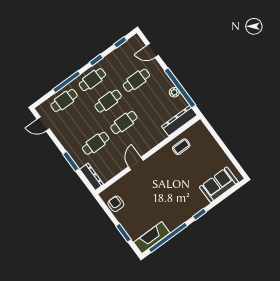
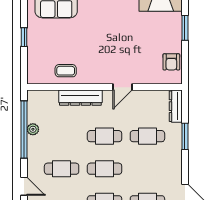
dresser: (179, 121) -> (80, 98), moved
window: (225, 149) -> (24, 37), added

